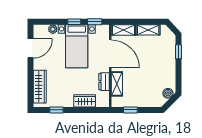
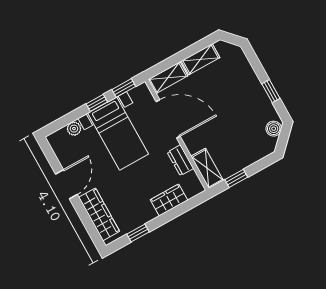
door: (31, 48) -> (66, 184), moved
window: (178, 52) -> (271, 91), moved
shelving: (117, 84) -> (207, 168), moved

